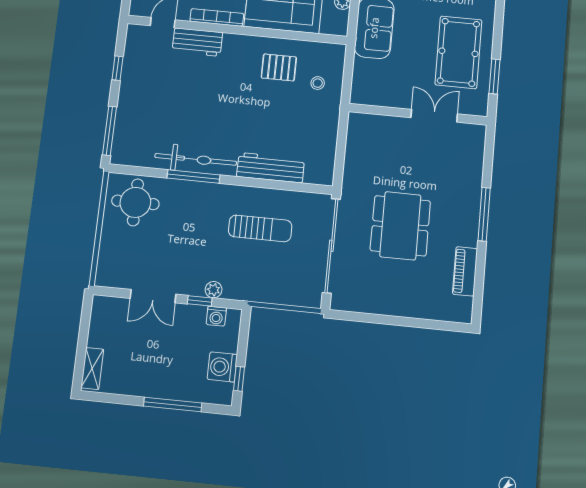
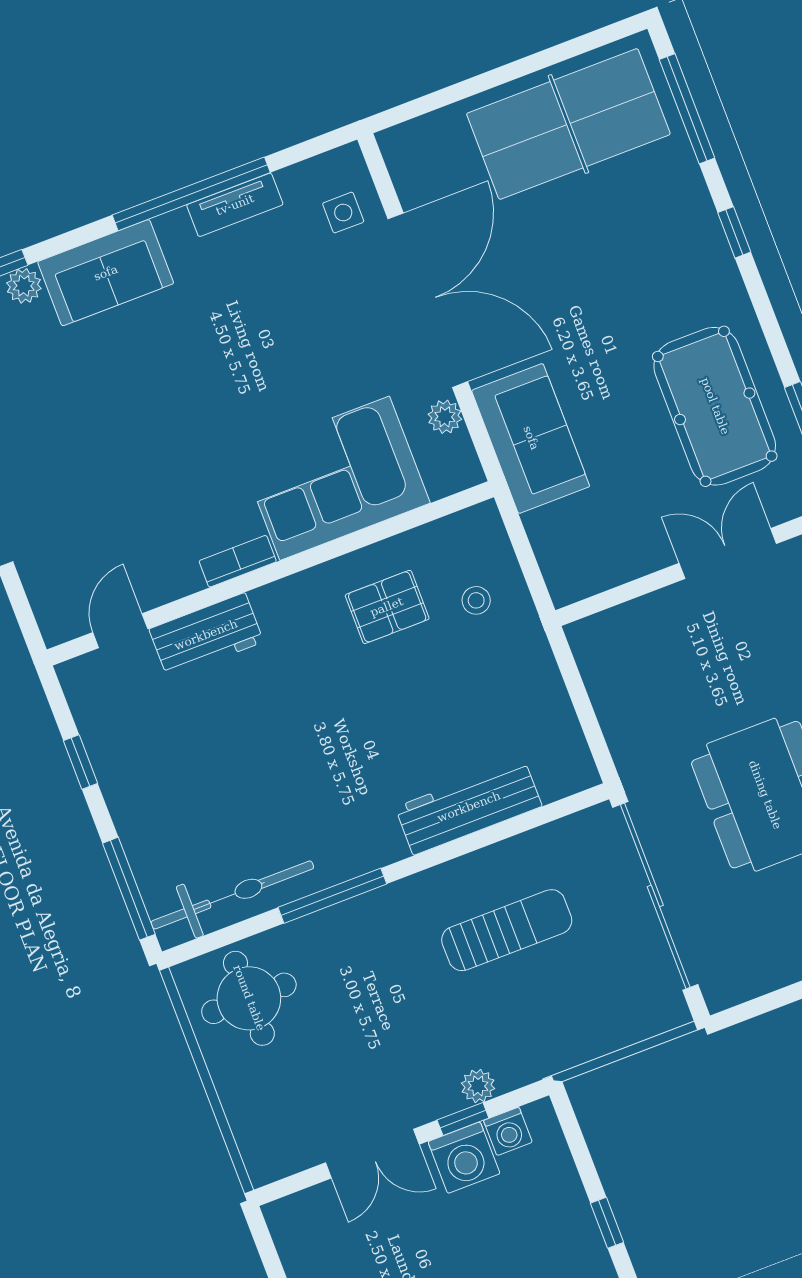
bookcase: (217, 17) -> (238, 561), width x0.64
bicycle: (196, 159) -> (232, 895), moved
washing machine: (222, 367) -> (464, 1158), moved, turned -90

